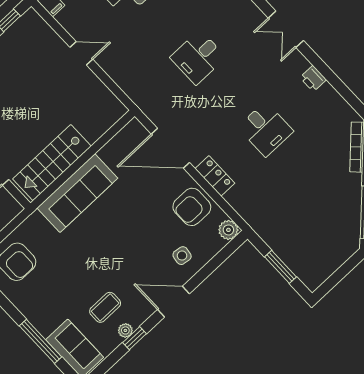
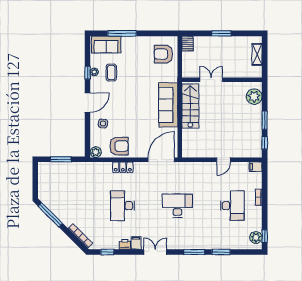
desk: (198, 57) -> (177, 206), width x1.37
filing cabinet: (297, 65) -> (136, 243), added
window: (345, 92) -> (107, 252), added
desk: (265, 129) -> (122, 206), width x1.37
door: (170, 148) -> (161, 160), moved
armchair: (192, 207) -> (119, 146), turned 90

